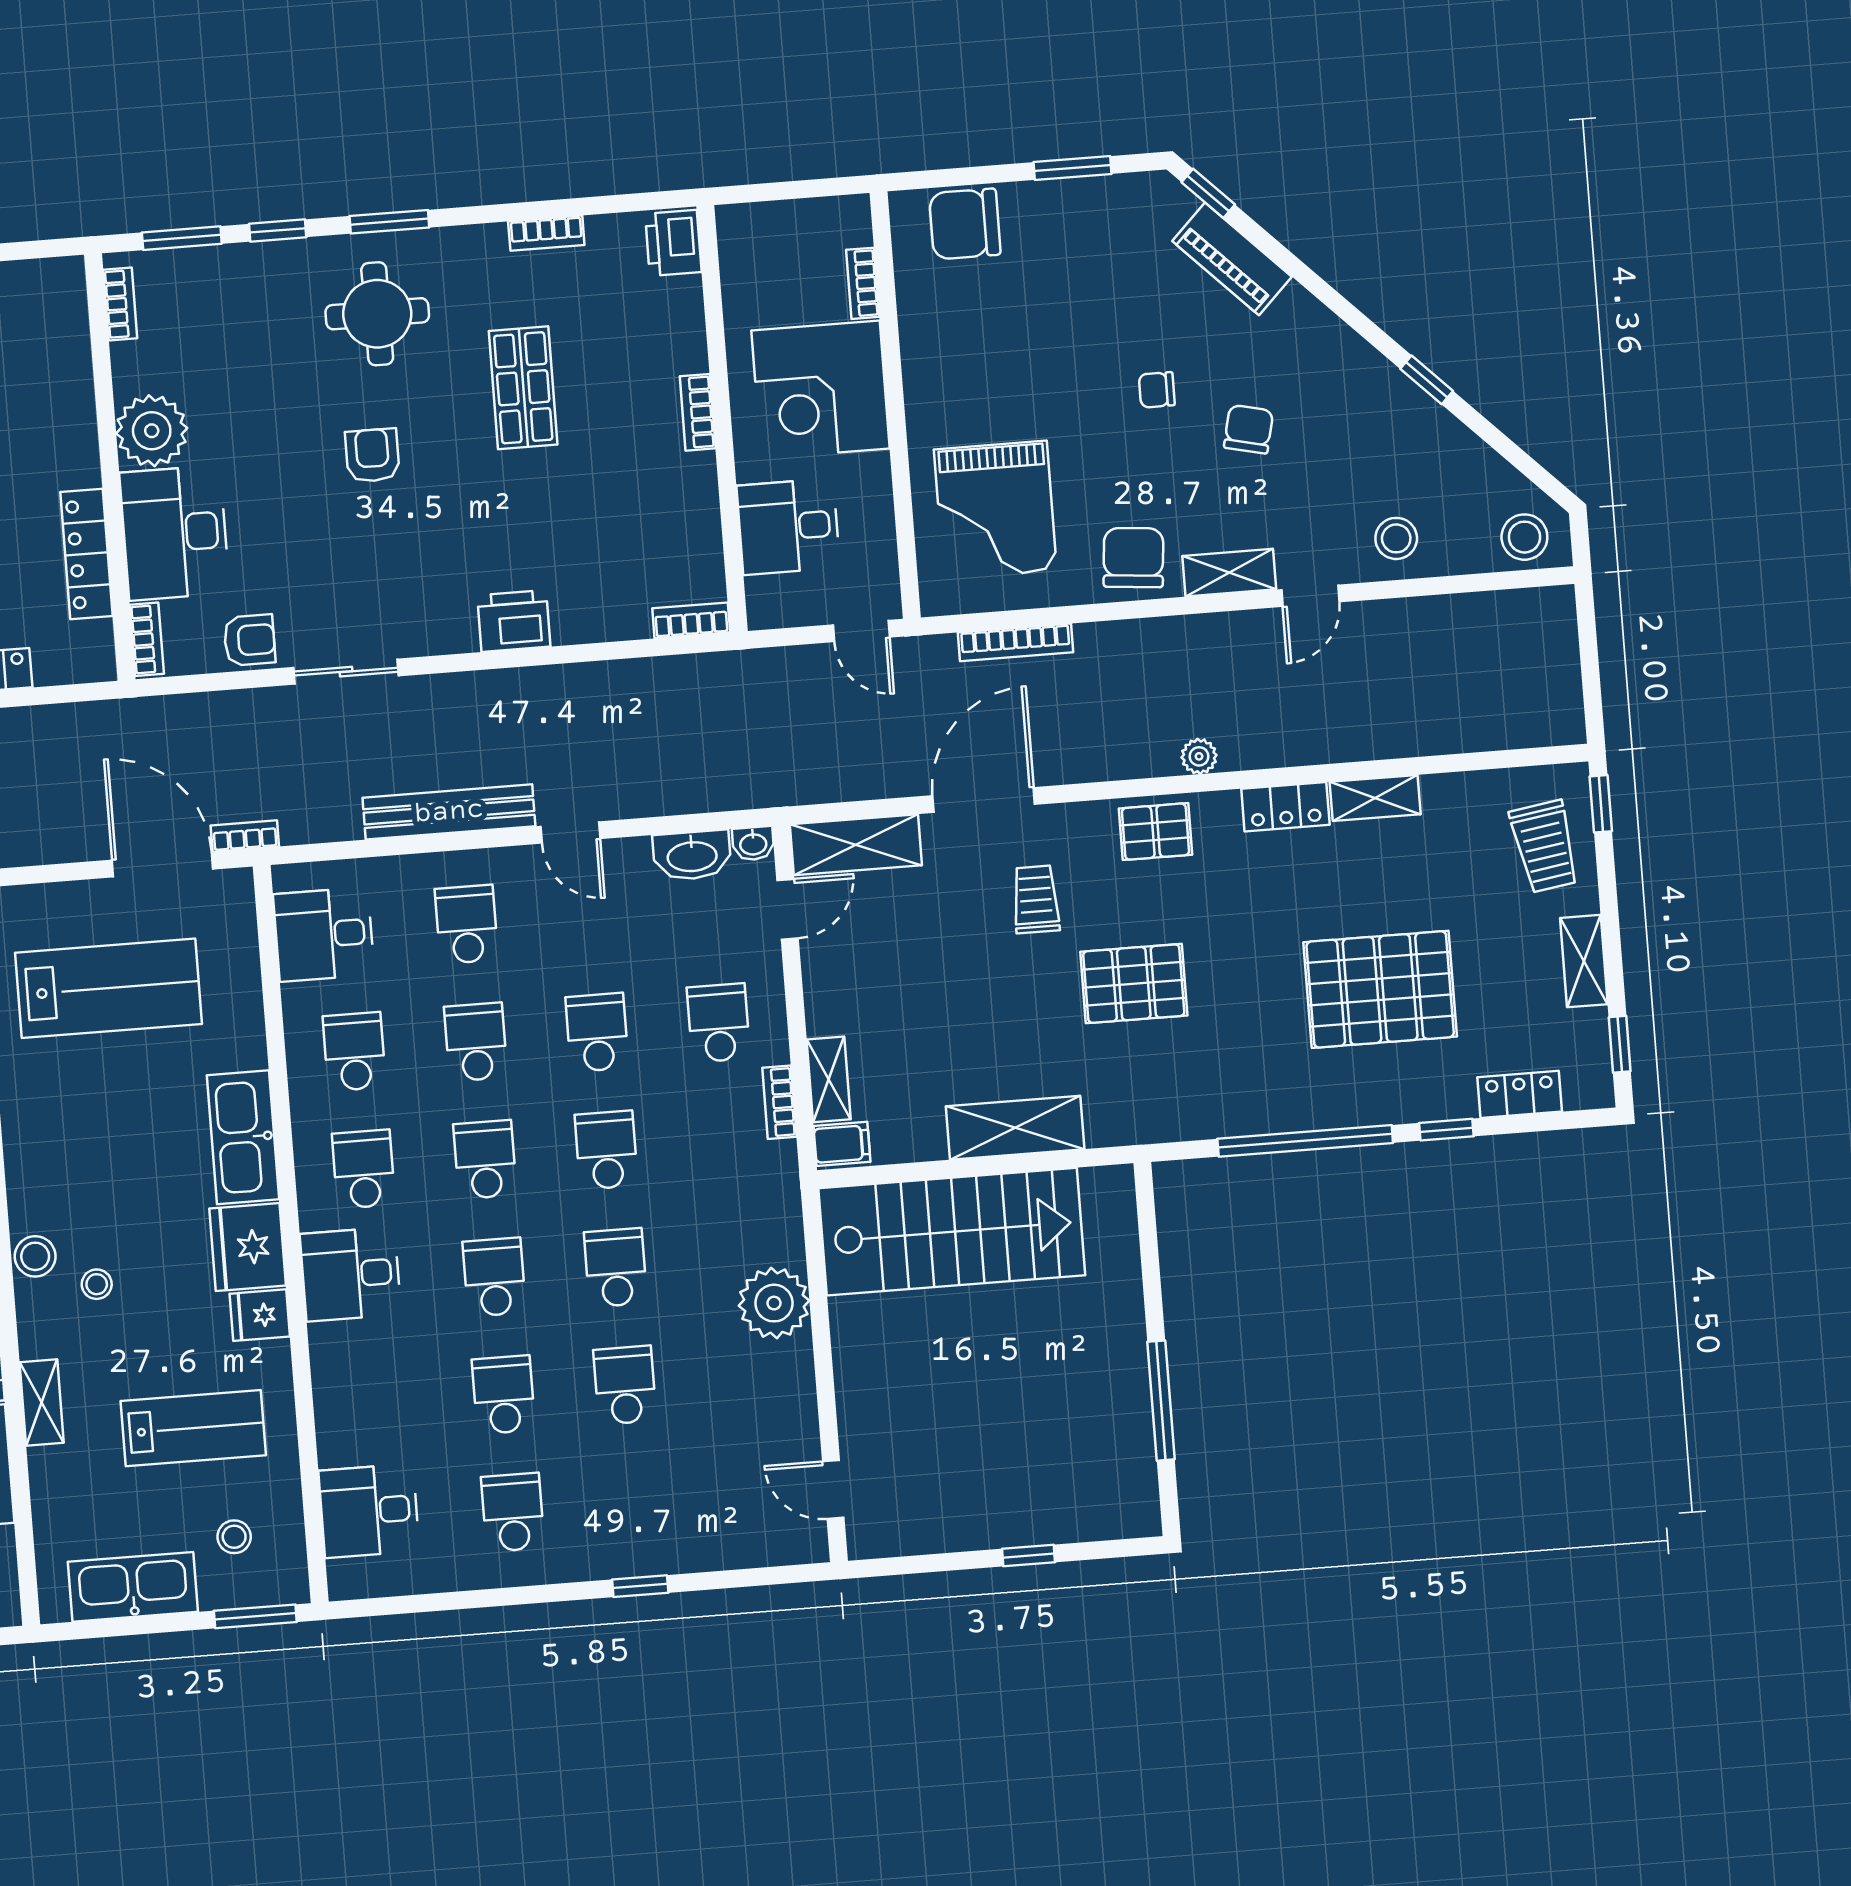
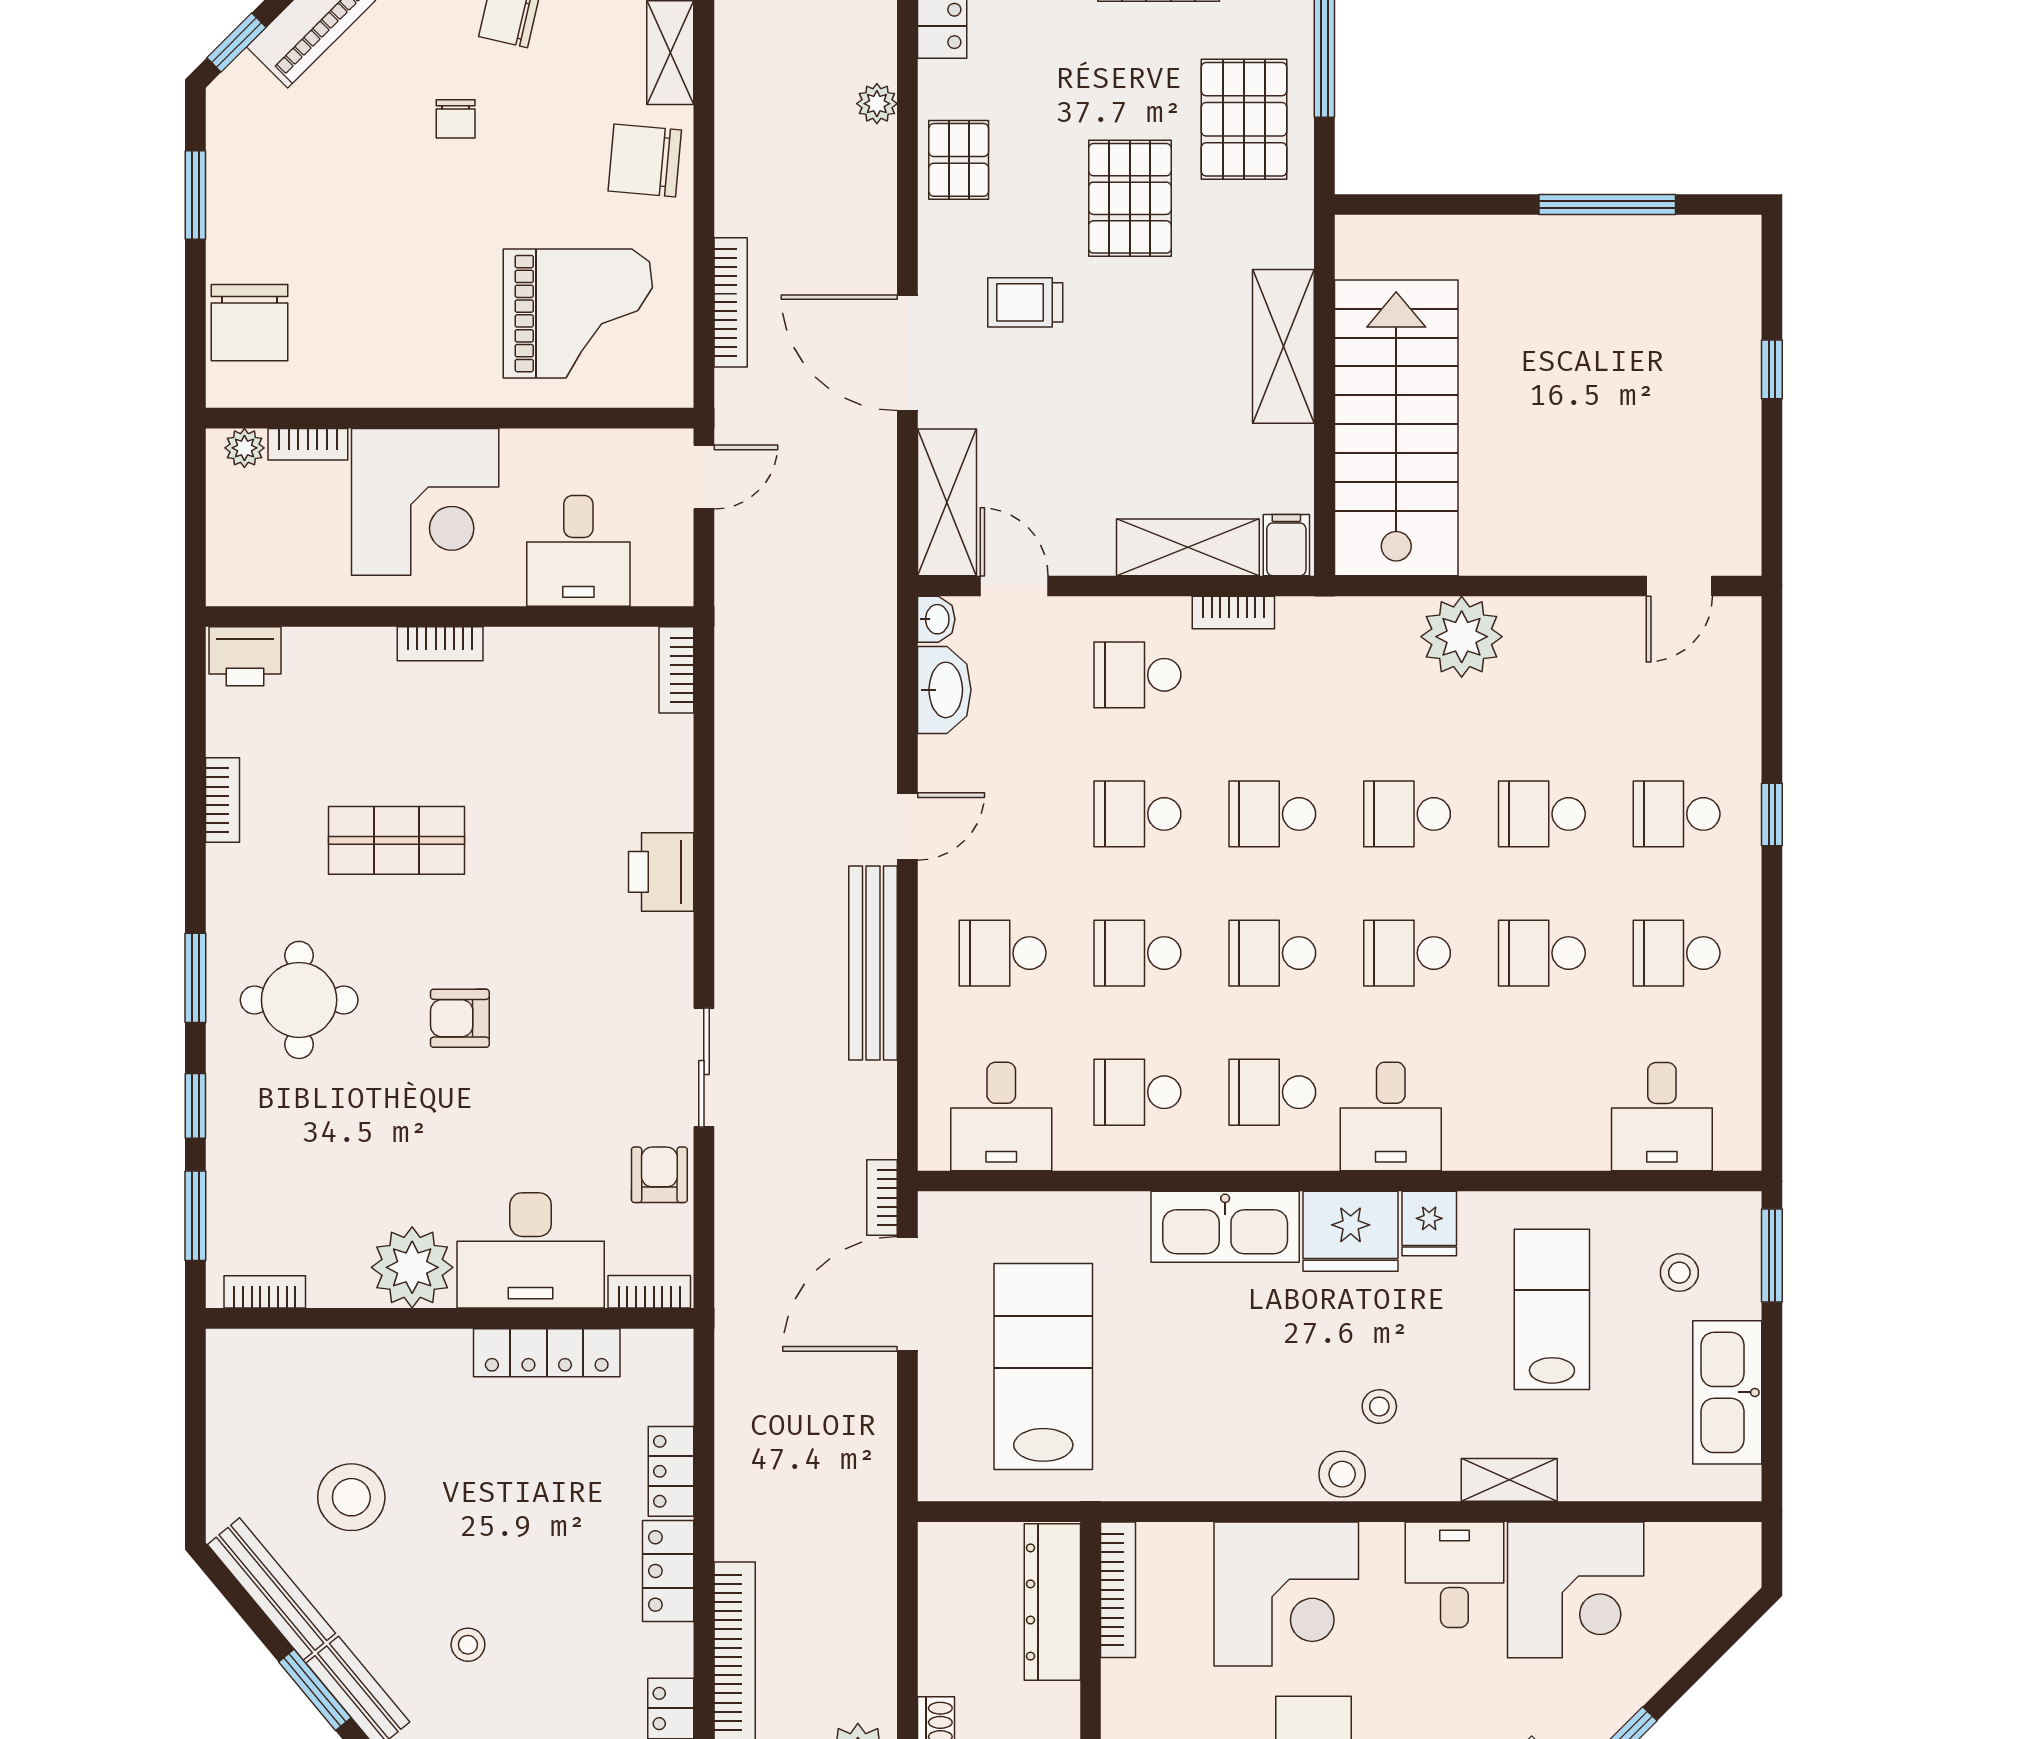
plant: (855, 228) -> (244, 448), added
pallet: (1211, 1078) -> (1244, 119), added
shelving: (829, 1079) -> (1188, 547), width x1.50, depth x1.33
school desk: (634, 1503) -> (1677, 814), added

